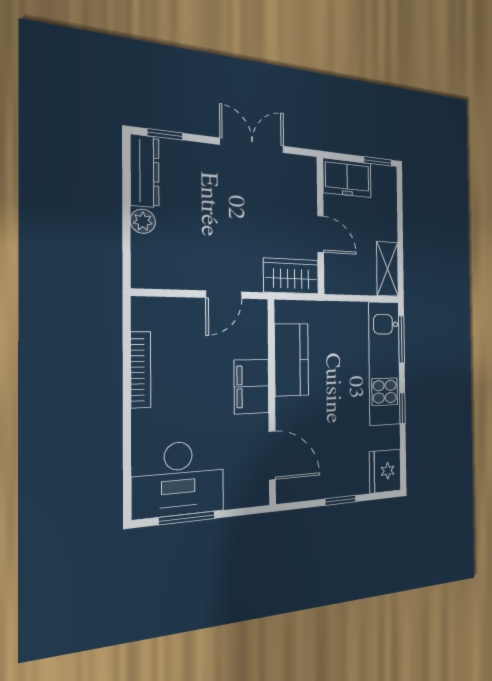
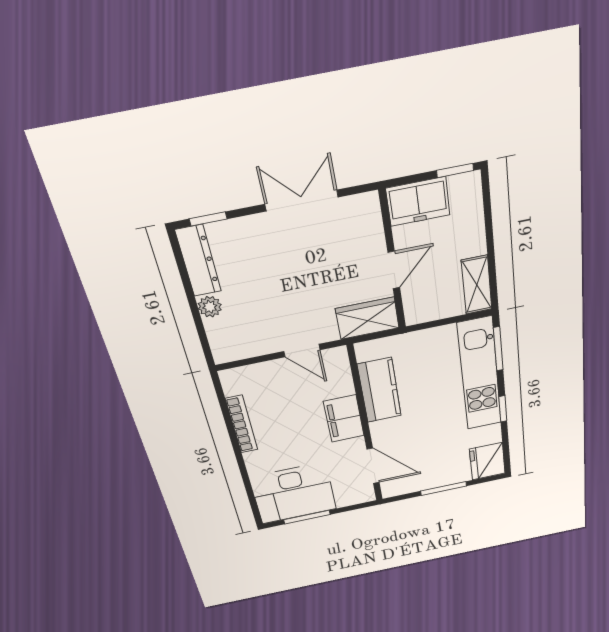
door: (321, 234) -> (394, 270), hinge flipped
door: (224, 295) -> (302, 351), hinge flipped
window: (341, 500) -> (444, 488), width x1.50

